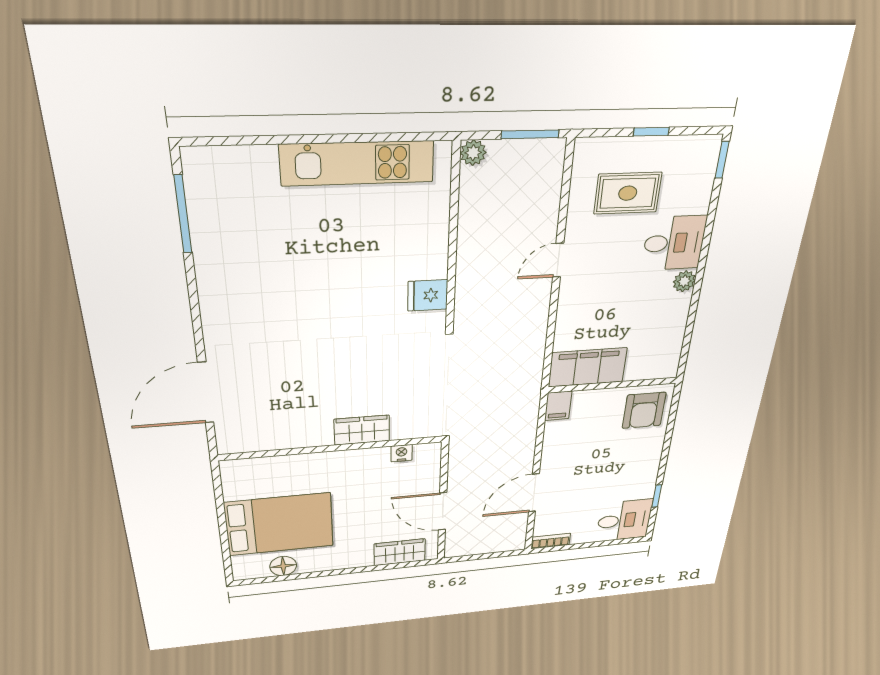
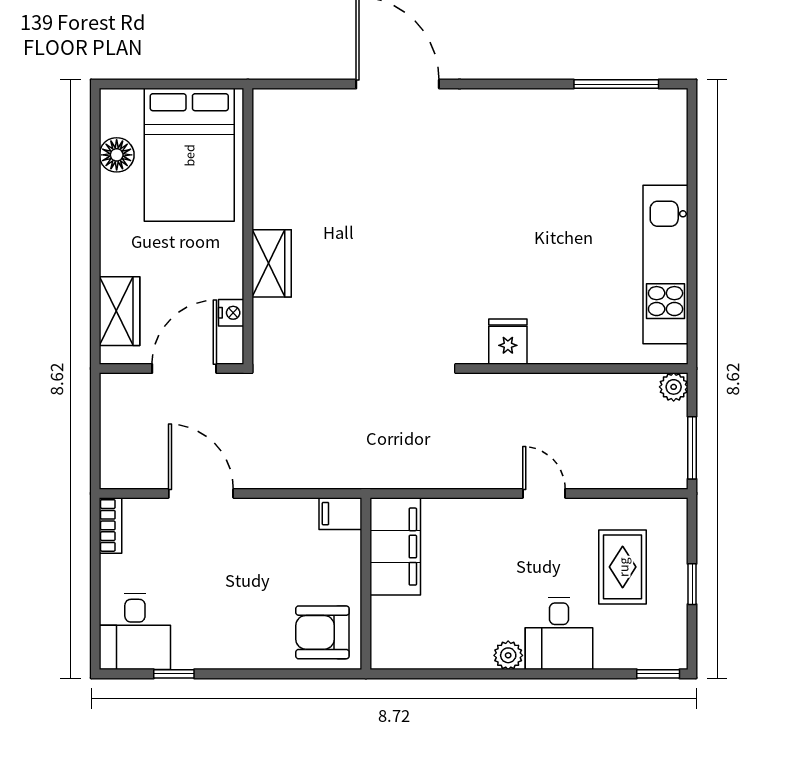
wardrobe: (362, 430) -> (272, 263), moved
wall: (332, 448) -> (248, 226), moved
nightstand: (402, 453) -> (231, 313), moved

